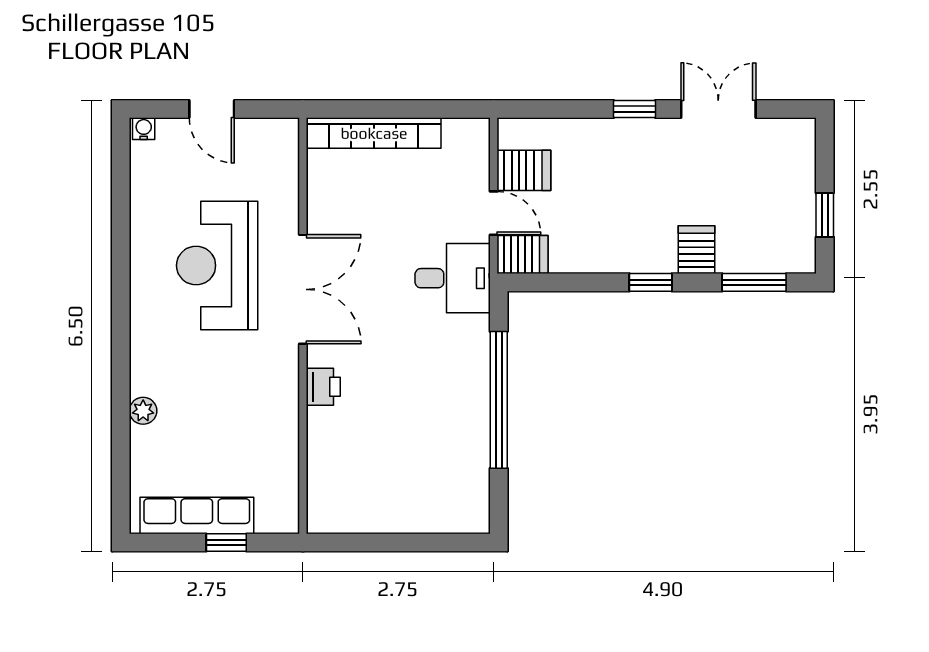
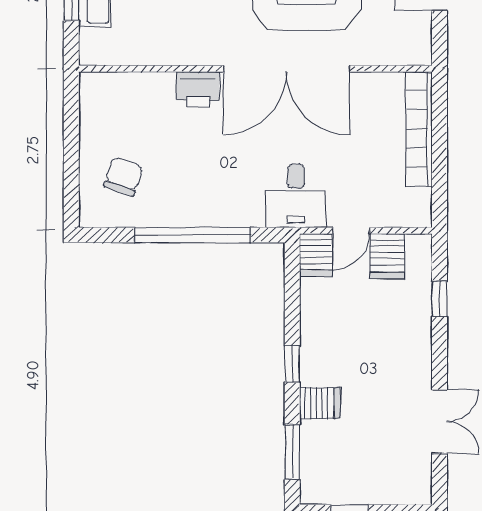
window: (635, 109) -> (440, 299), moved
double door: (303, 289) -> (286, 69), width x1.36
printer: (323, 387) -> (198, 89), width x1.36, depth x1.24
chair: (430, 481) -> (123, 177), added

